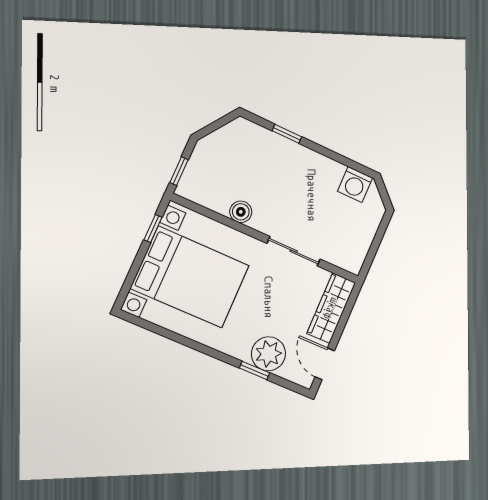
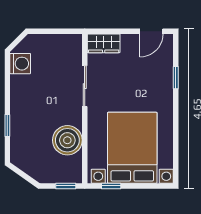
boiler: (241, 212) -> (67, 140), width x1.86, depth x1.86
wardrobe: (331, 308) -> (104, 43), width x0.67
plant: (268, 354) -> (161, 73), removed

